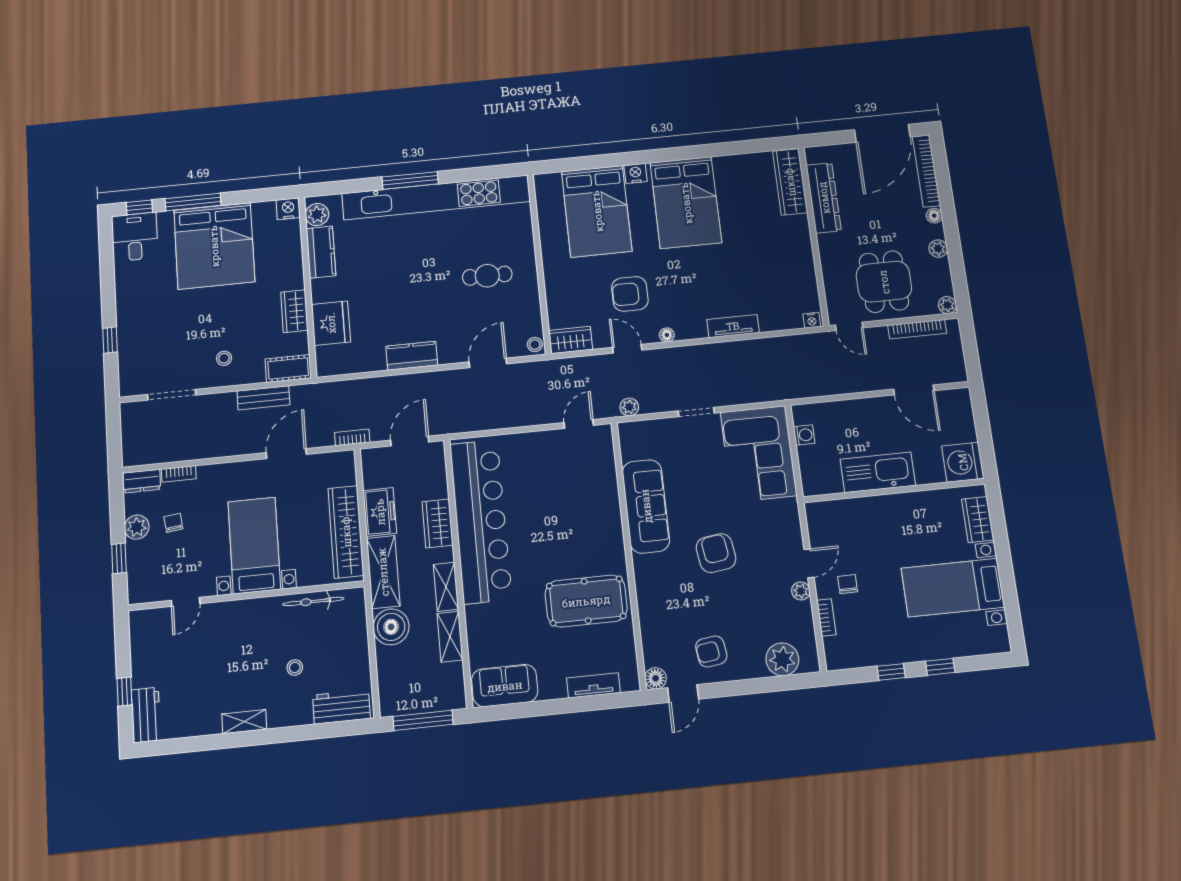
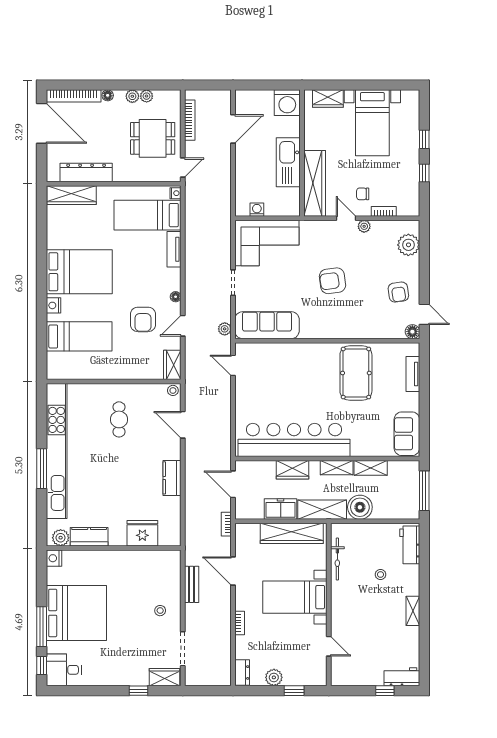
bed: (597, 211) -> (79, 336), width x0.67
bed: (776, 285) -> (147, 215), added
plant: (947, 305) -> (147, 96), moved
wardrobe: (294, 311) -> (165, 677), moved, turned 180
cot: (288, 368) -> (172, 566), removed
bookcase: (179, 474) -> (240, 623), moved
sofa: (646, 506) -> (267, 325), moved
wardrobe: (853, 513) -> (315, 183), added
chair: (173, 523) -> (273, 652), removed

